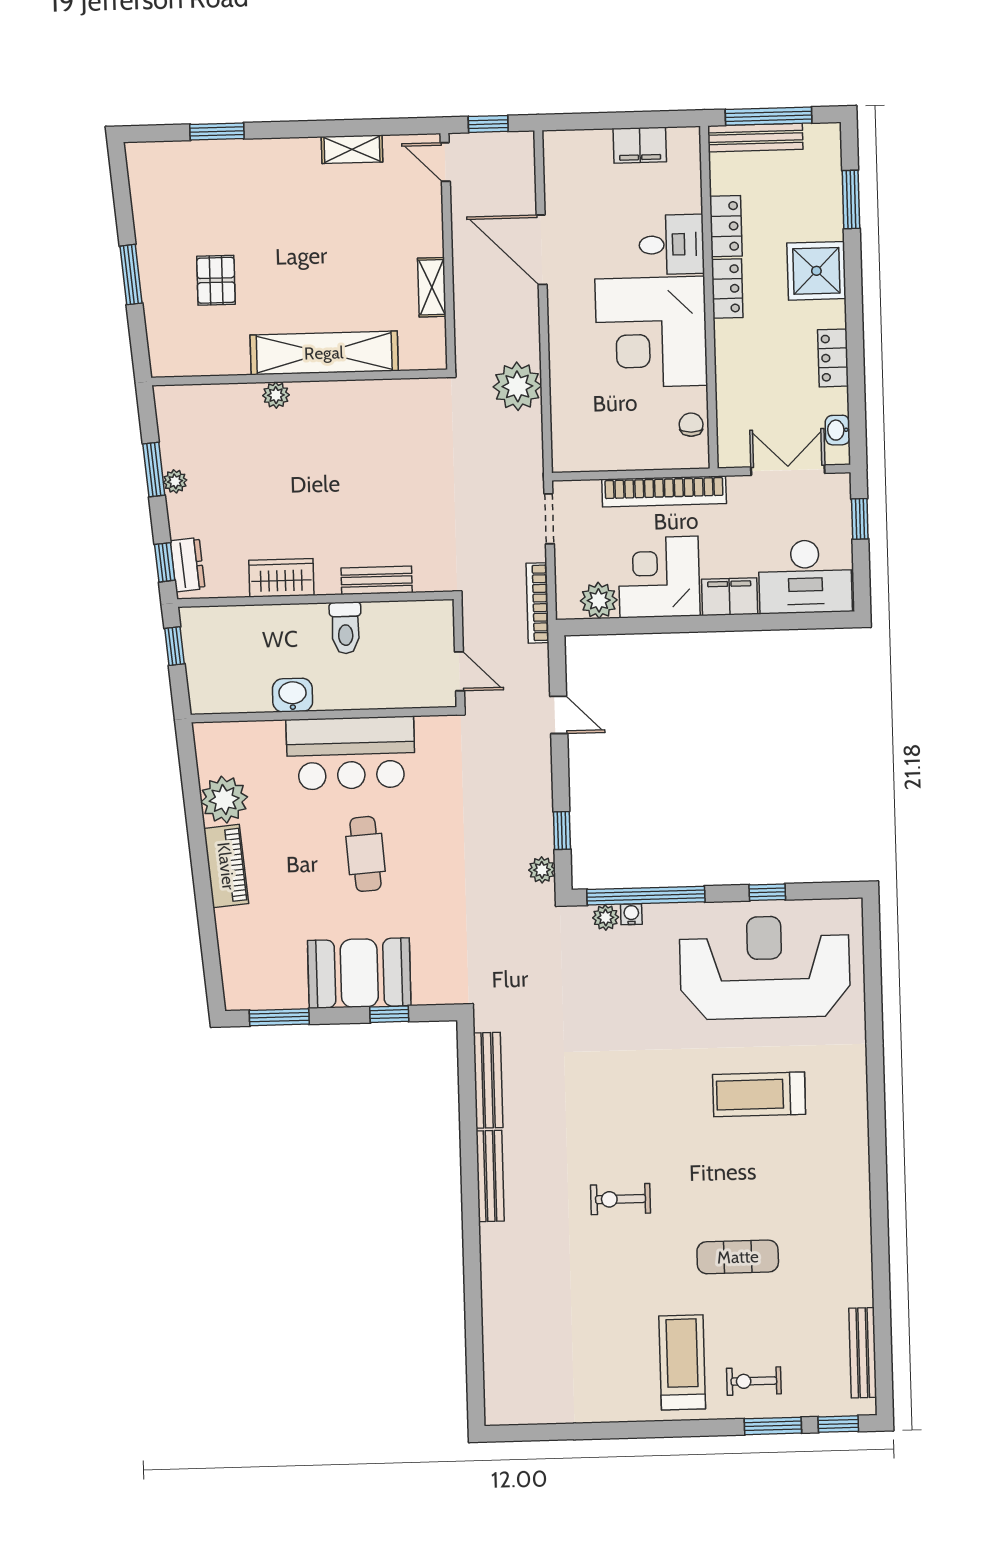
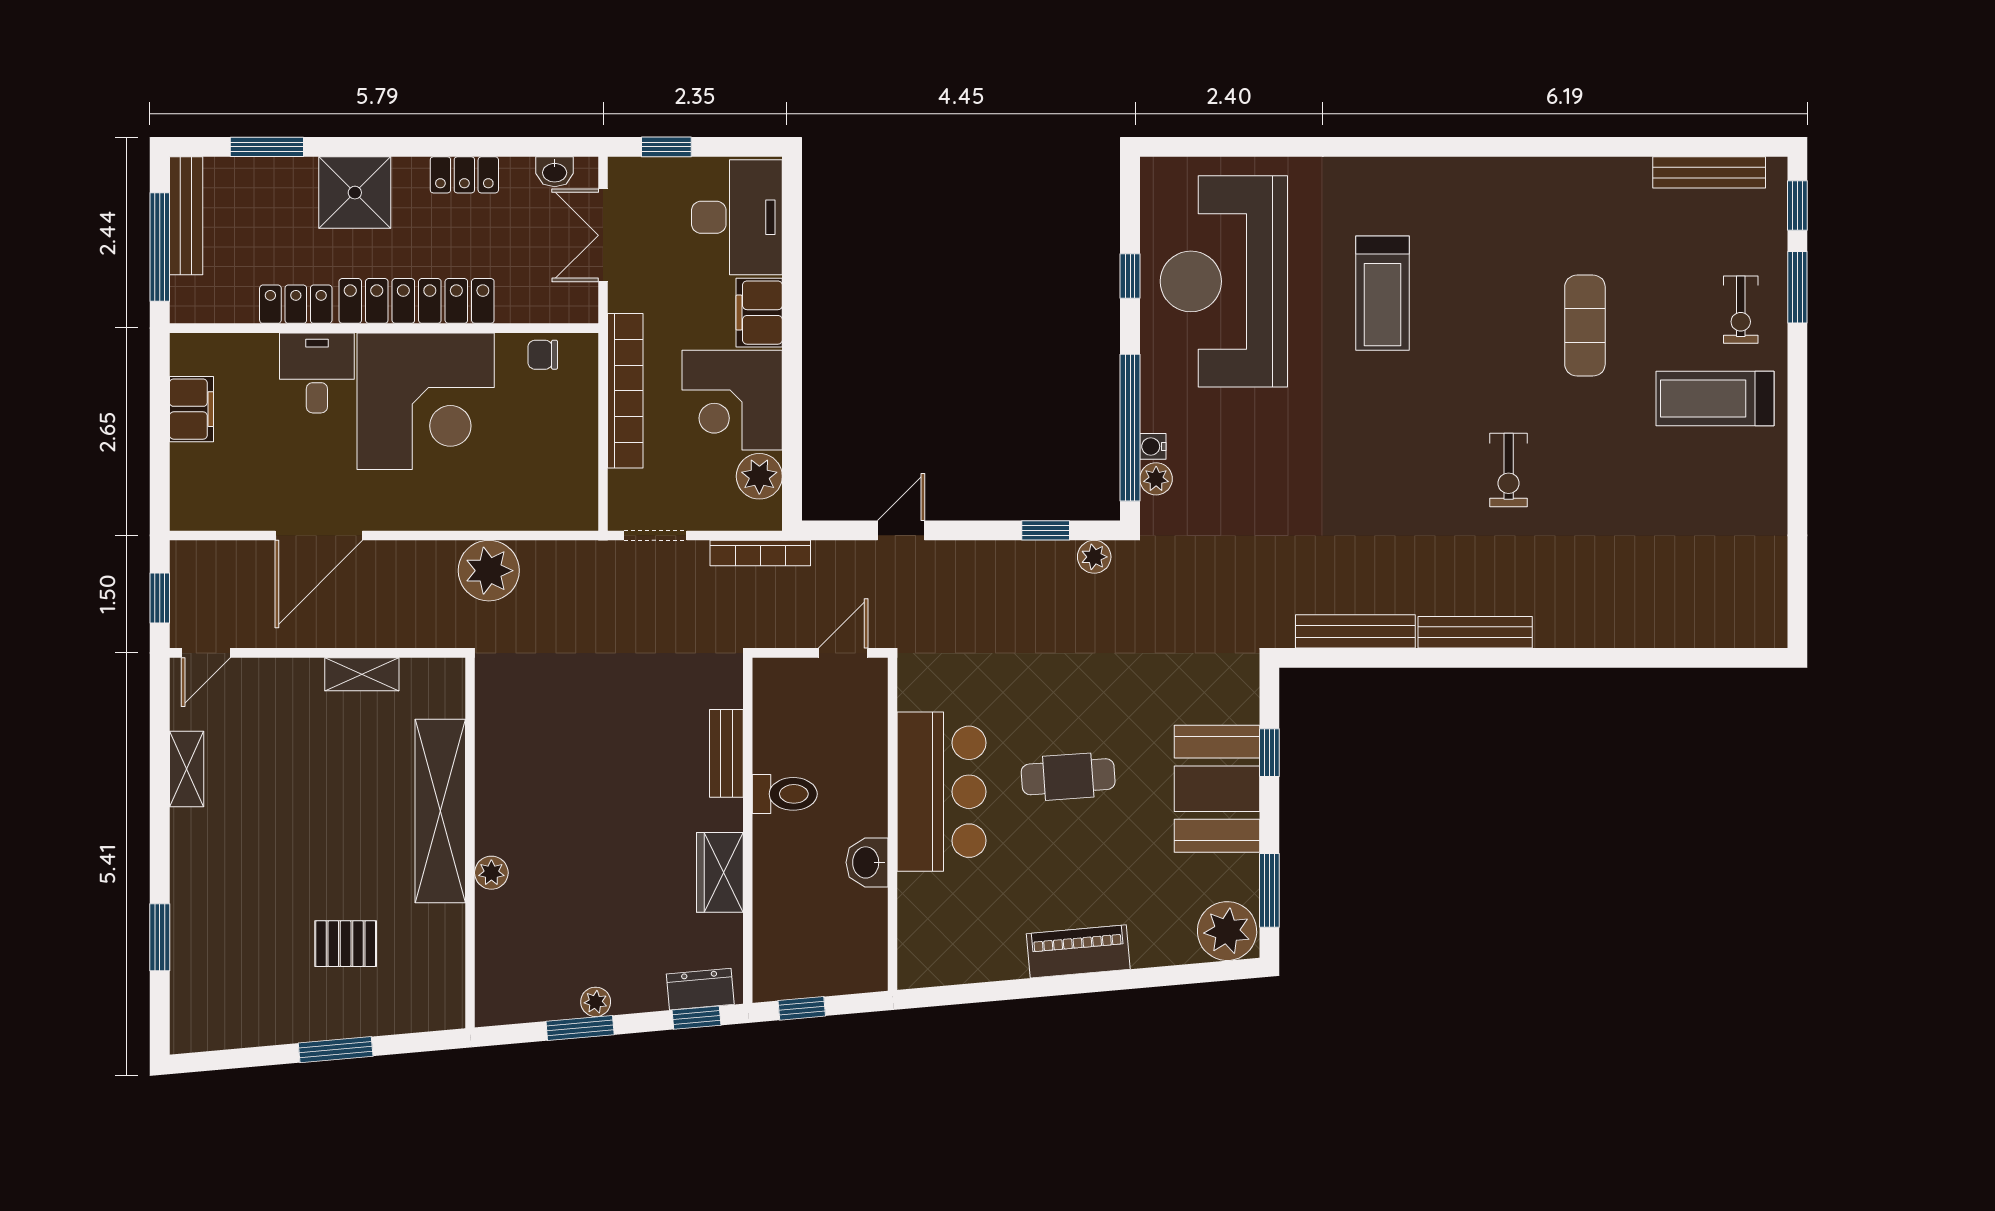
bench: (755, 138) -> (186, 216), moved
locker: (727, 289) -> (417, 301), width x2.16, depth x1.21
plant: (224, 800) -> (1227, 931), moved

